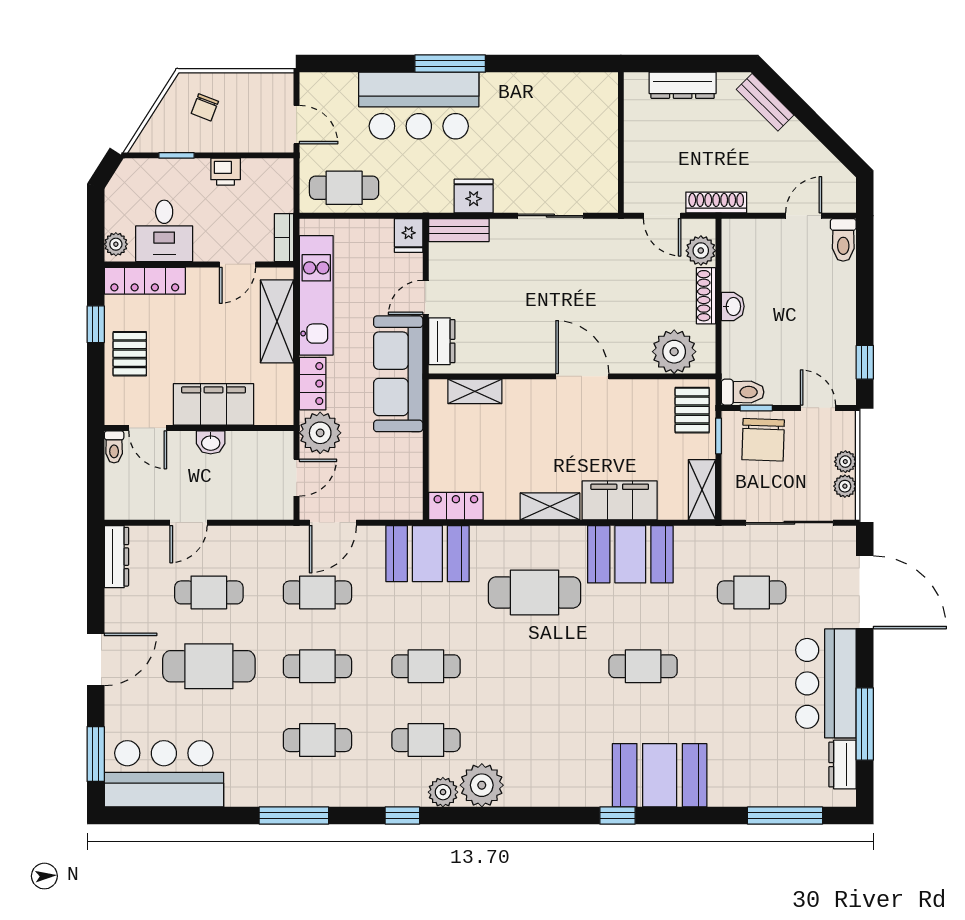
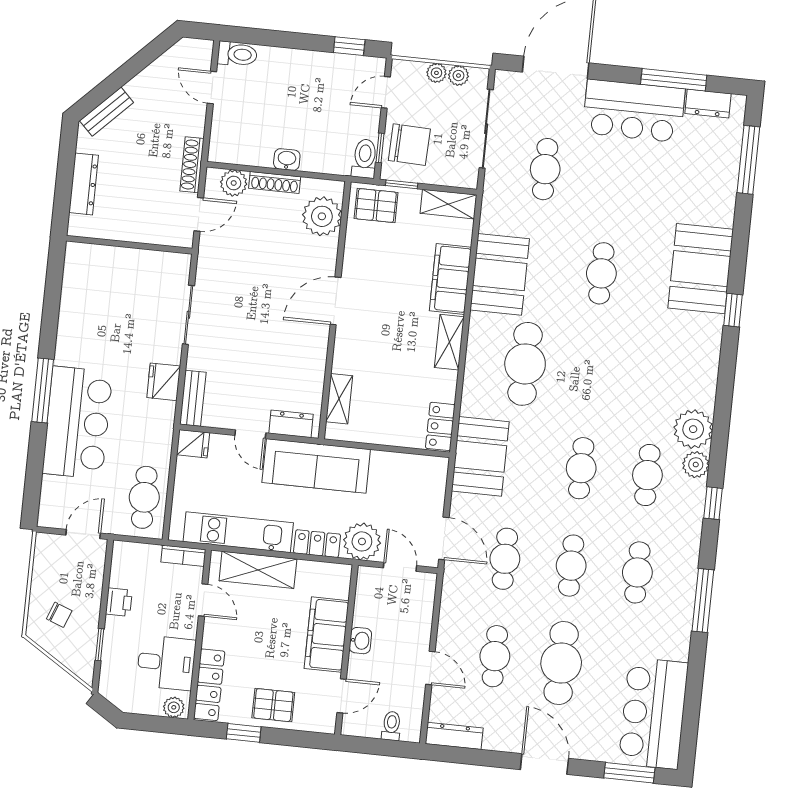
toilet: (114, 447) -> (391, 726), moved, turned -90

